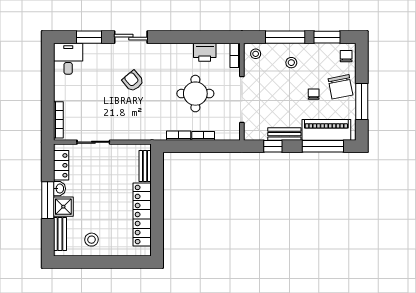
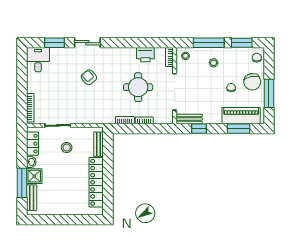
bench: (284, 134) -> (189, 119), moved
window: (323, 146) -> (238, 129), width x0.69
window: (48, 200) -> (22, 183), moved
stool: (91, 240) -> (67, 148), moved

